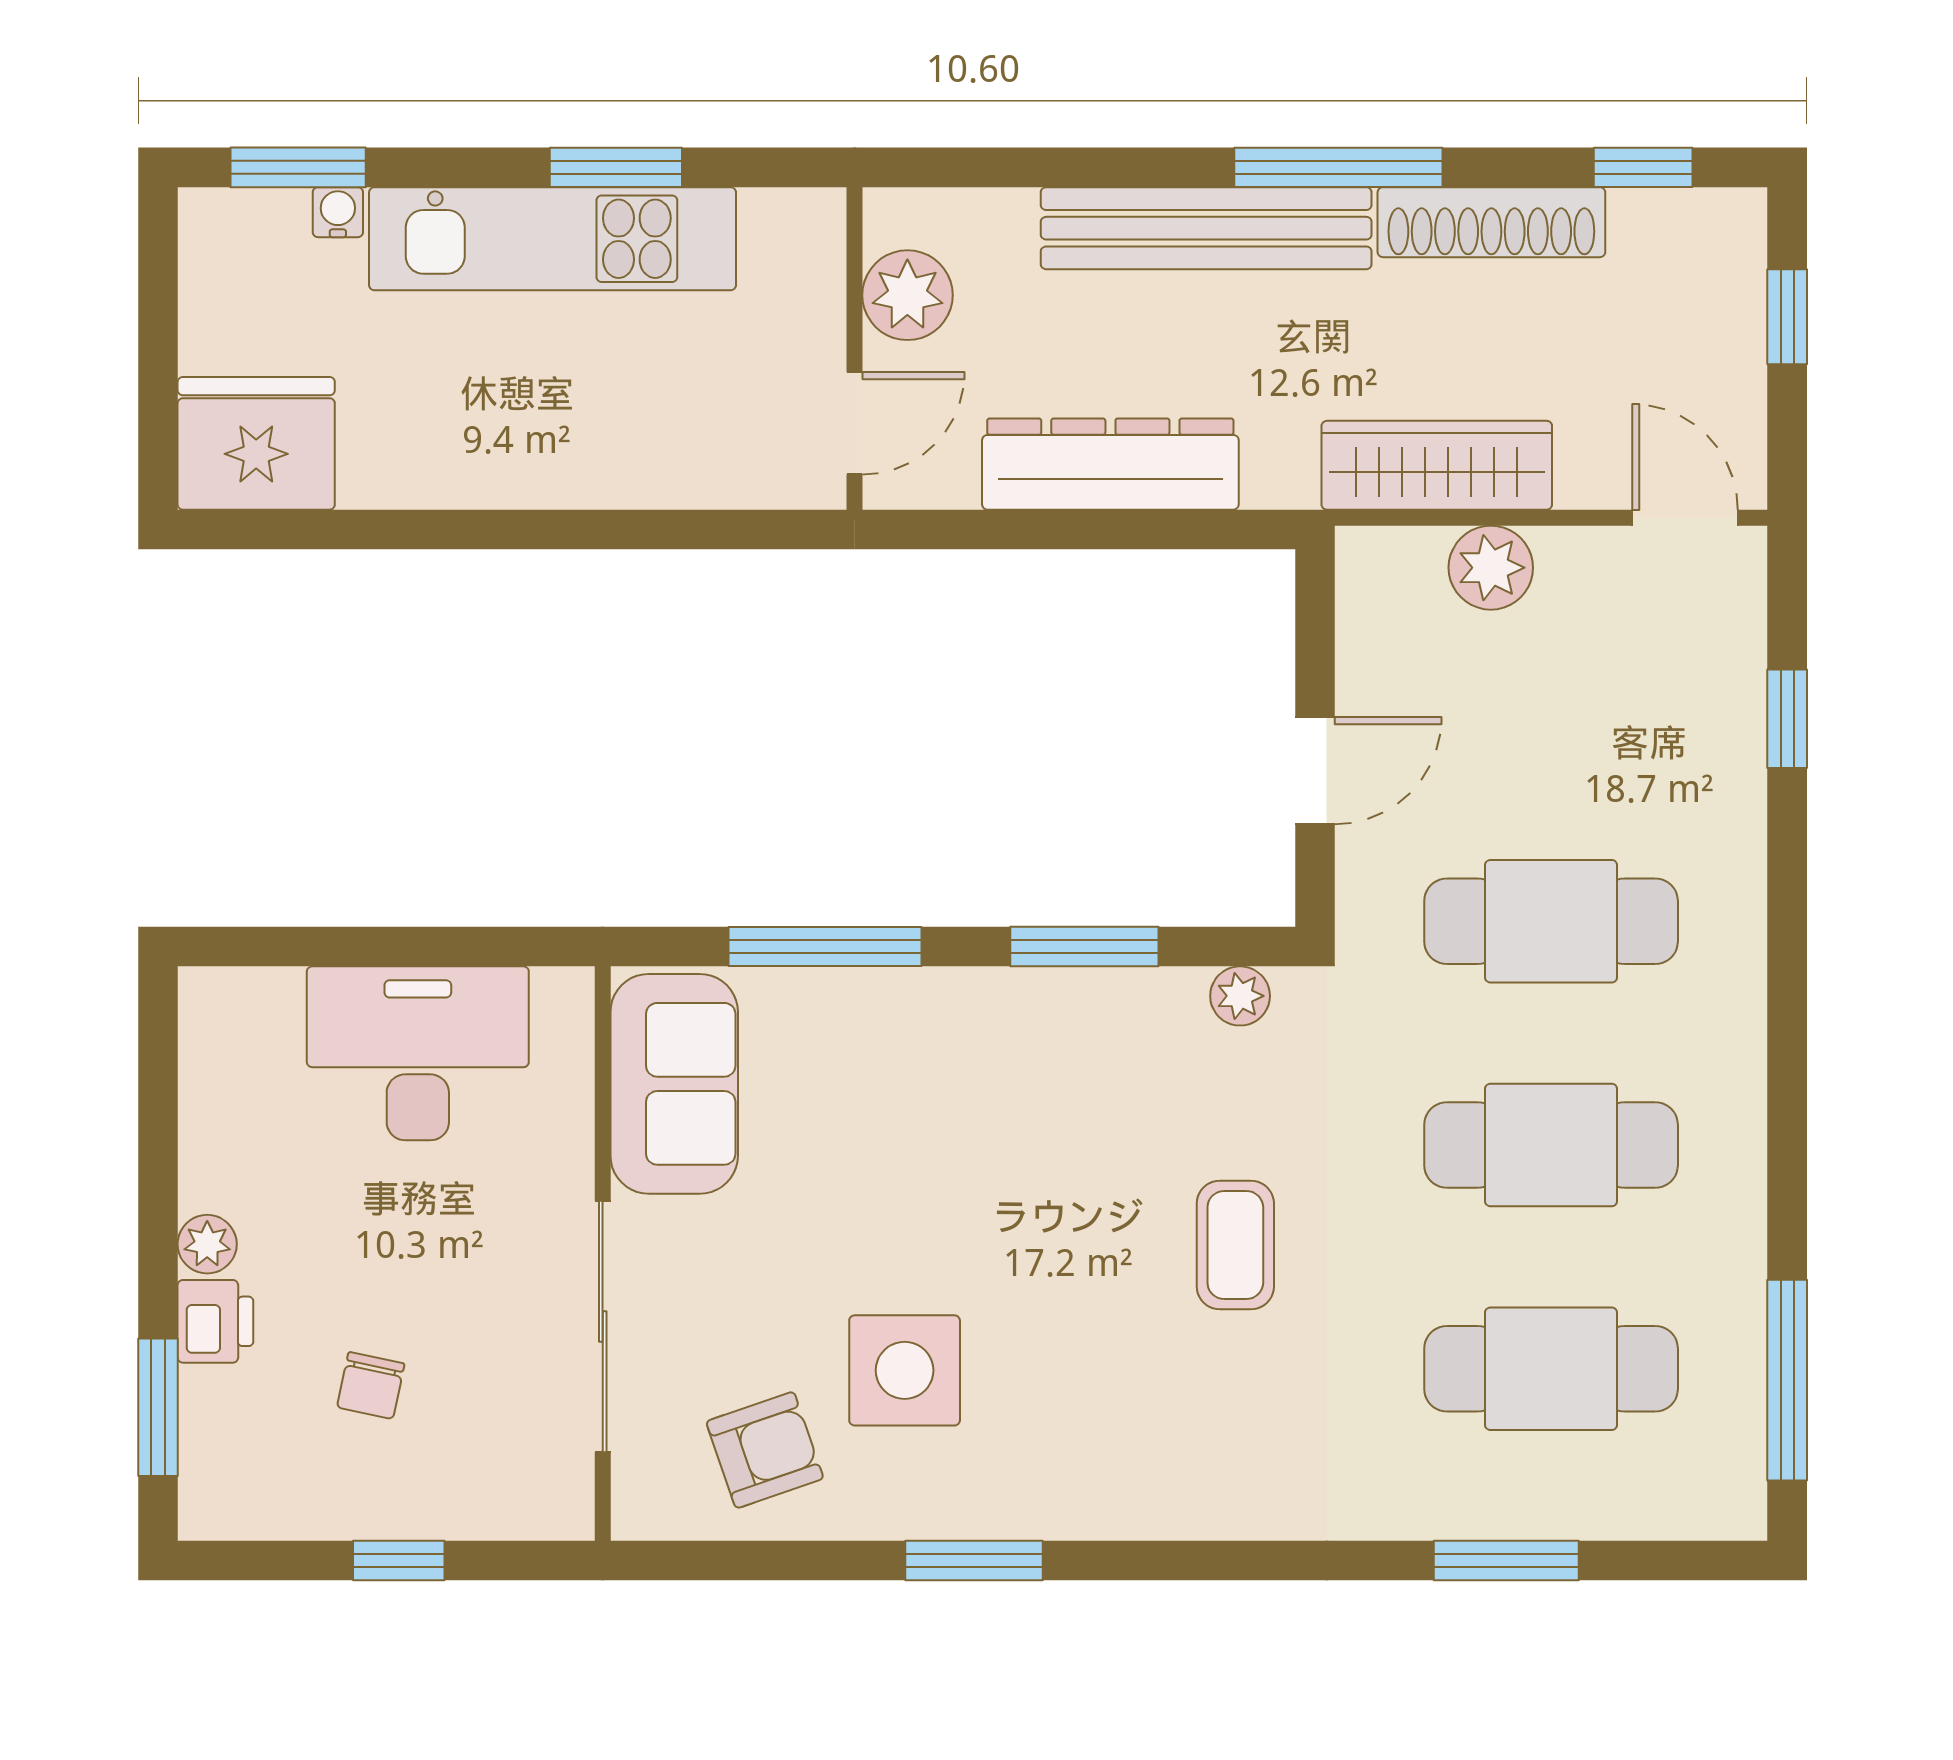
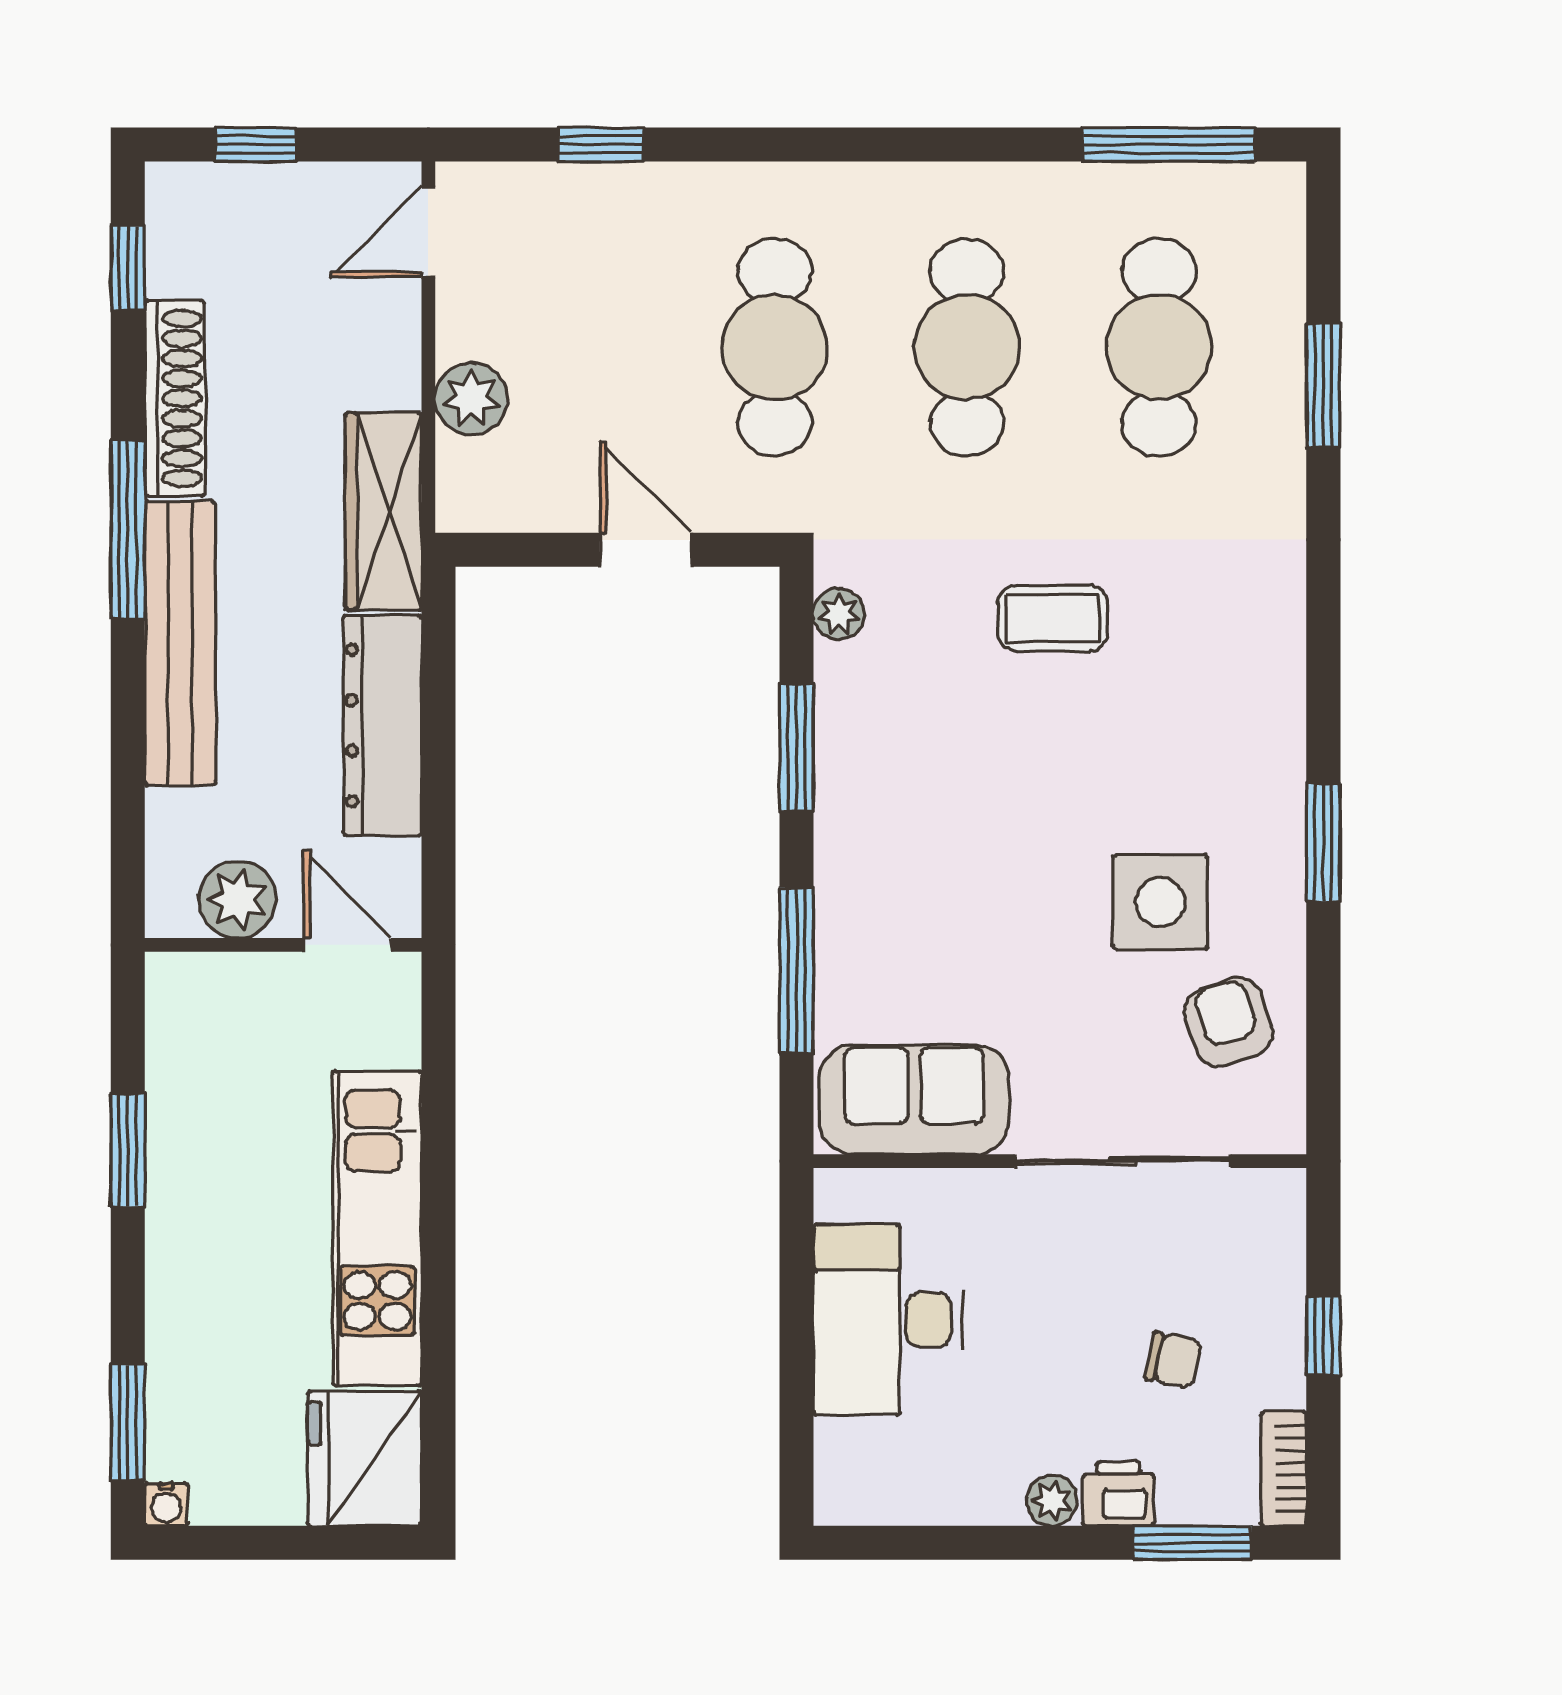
water cooler: (338, 212) -> (166, 1504), moved, turned -90
kitchen unit: (553, 239) -> (377, 1228), moved, turned 180
wardrobe: (1437, 465) -> (383, 511), moved
bookcase: (244, 1514) -> (1284, 1469), added

